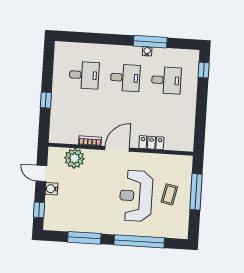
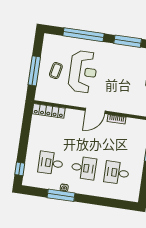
desk: (125, 78) -> (84, 168), turned 180
locker: (151, 143) -> (49, 111), moved, width x1.53
plant: (74, 158) -> (130, 106), removed

